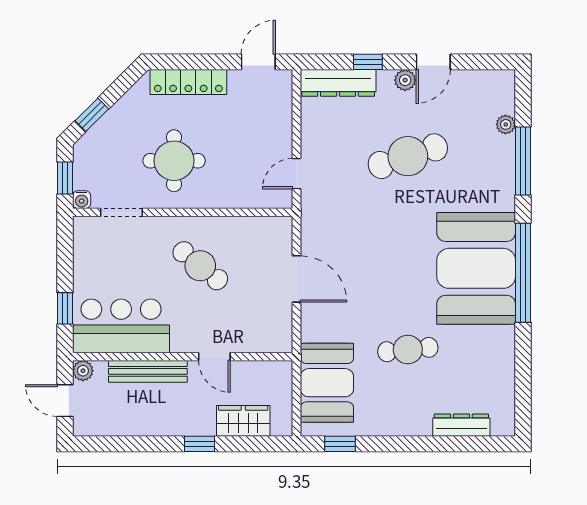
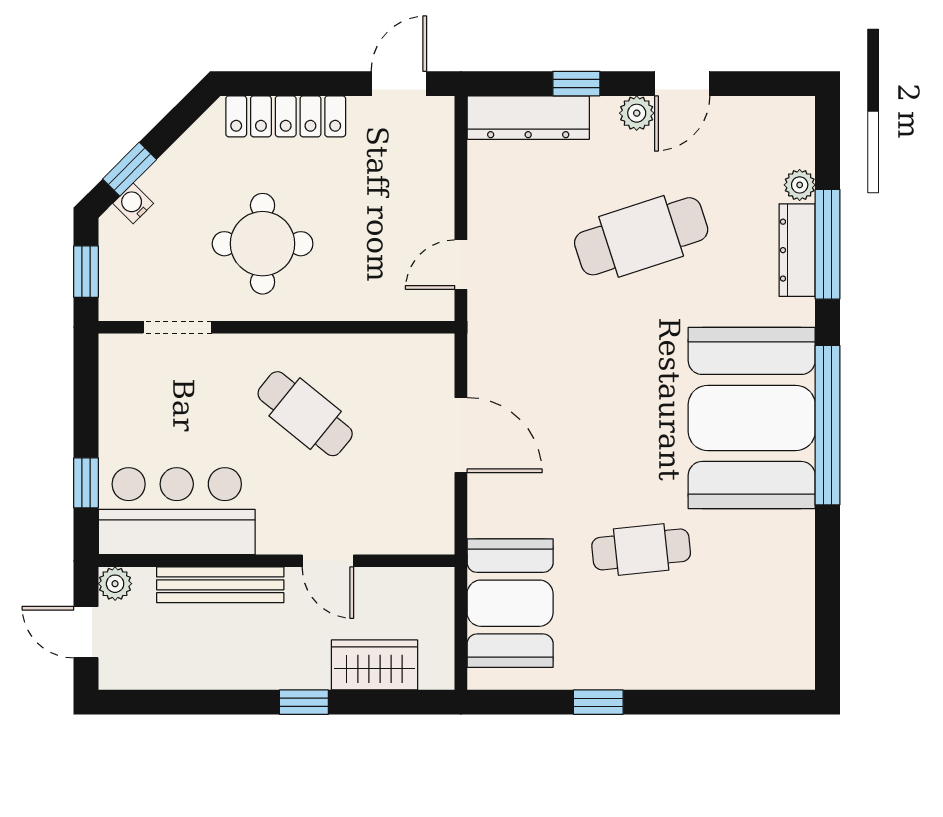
water cooler: (82, 200) -> (133, 203), moved, turned 135
dresser: (461, 425) -> (797, 250), moved, turned -90
window: (340, 444) -> (598, 702), moved

